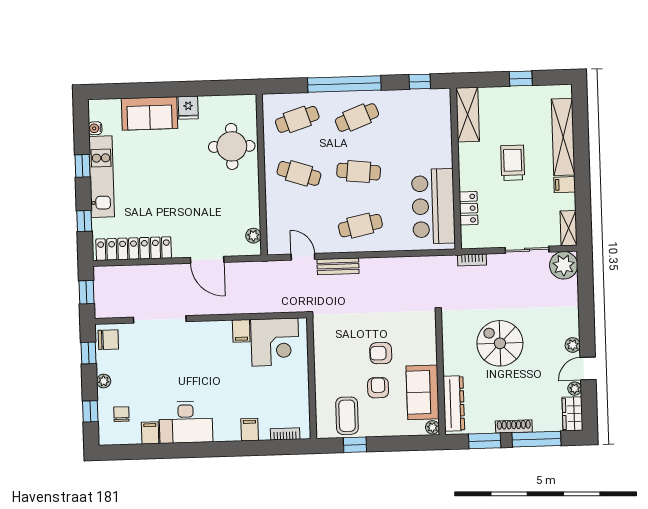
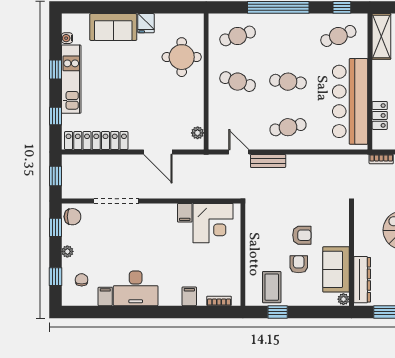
cafe table: (357, 118) -> (338, 36), moved
bar counter: (433, 206) -> (350, 101), width x1.36
armchair: (381, 353) -> (302, 235), turned 180

